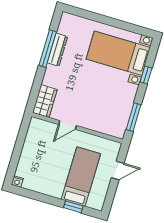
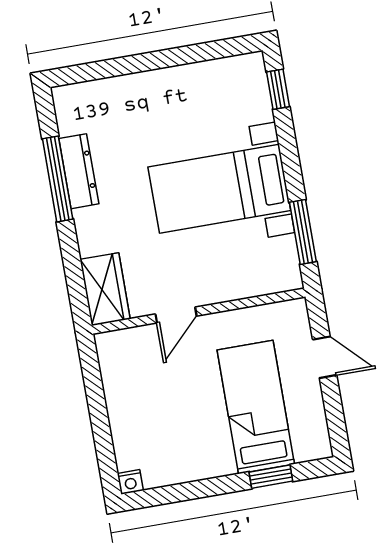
bed with nightstands: (118, 53) -> (219, 189), moved
window: (146, 75) -> (278, 89), moved
door: (118, 170) -> (325, 357), hinge flipped

